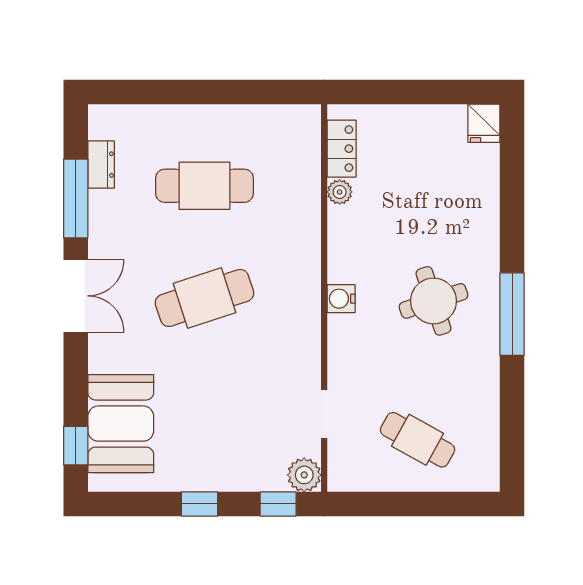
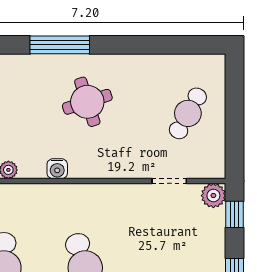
water cooler: (341, 299) -> (57, 169), moved
window: (512, 314) -> (60, 45), moved

